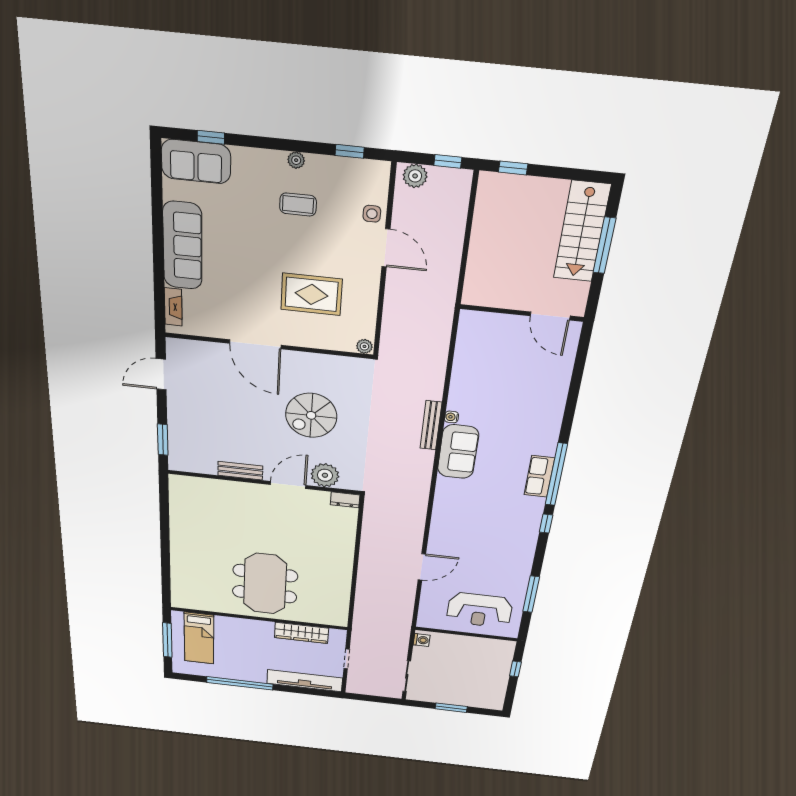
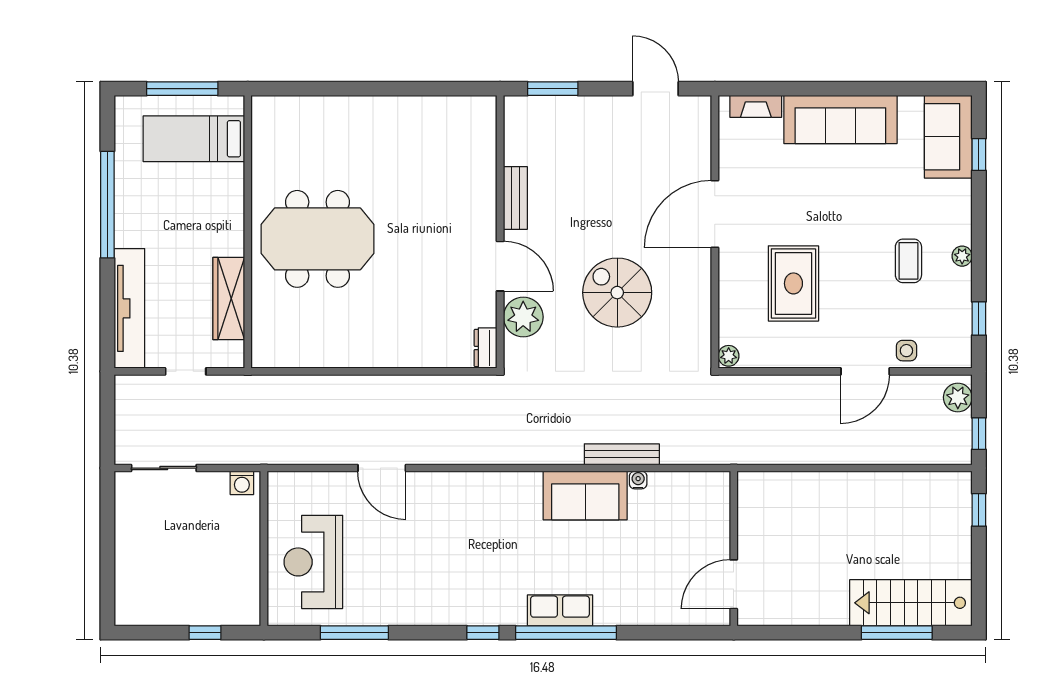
wall: (522, 313) -> (734, 549), moved
door: (550, 316) -> (734, 584), moved
window: (451, 708) -> (107, 545), removed

